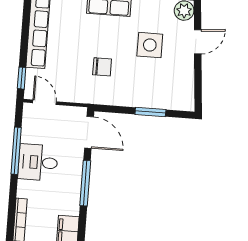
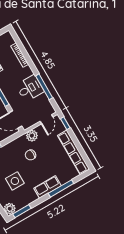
plant: (81, 93) -> (32, 136), added
door: (44, 102) -> (46, 119), hinge flipped

